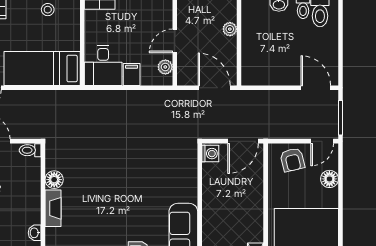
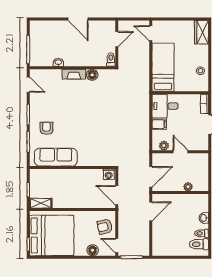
door: (316, 88) -> (151, 211), moved

